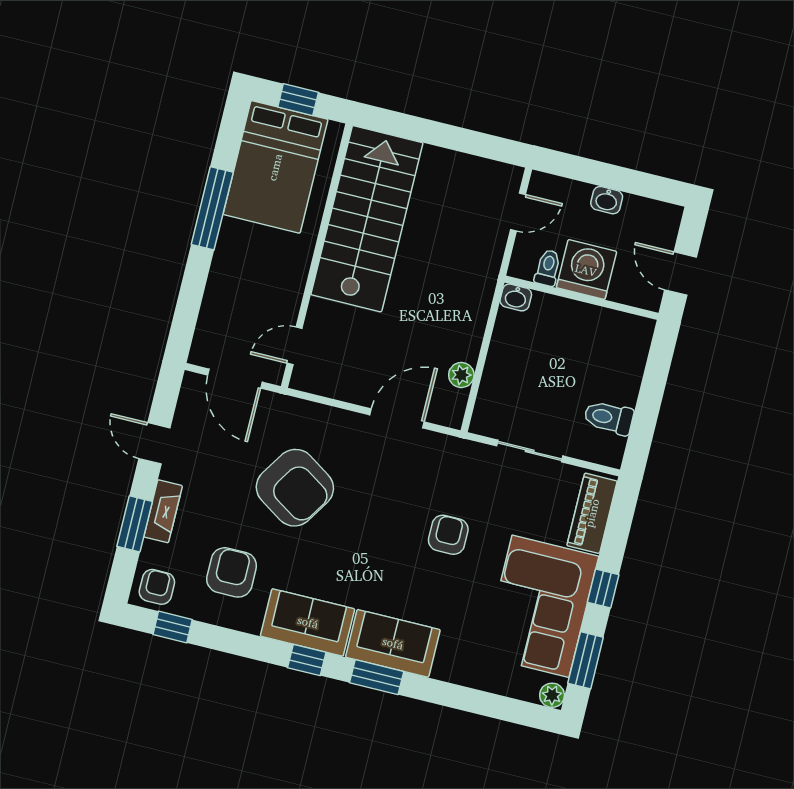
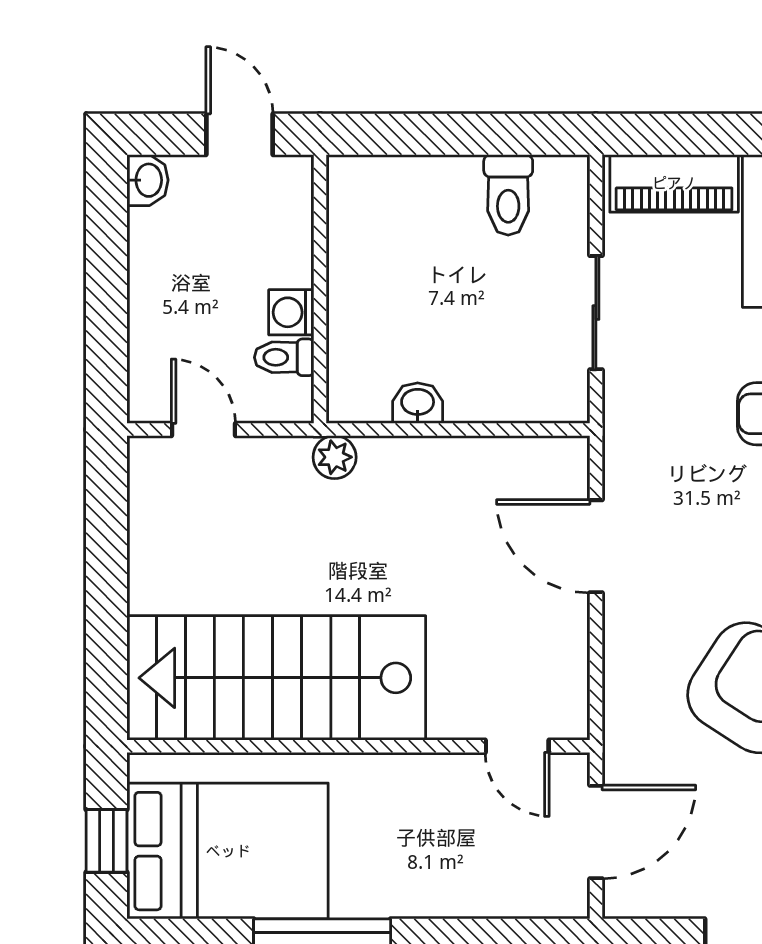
washbasin: (607, 200) -> (147, 180), moved
washing machine: (586, 270) -> (291, 312), width x0.53, depth x0.53
door: (681, 274) -> (239, 134), swing flipped
washbasin: (516, 297) -> (418, 403), moved, turned -90
plant: (461, 375) -> (335, 457), moved

